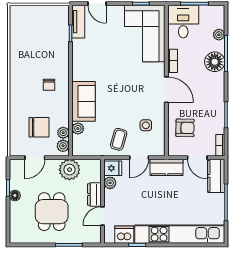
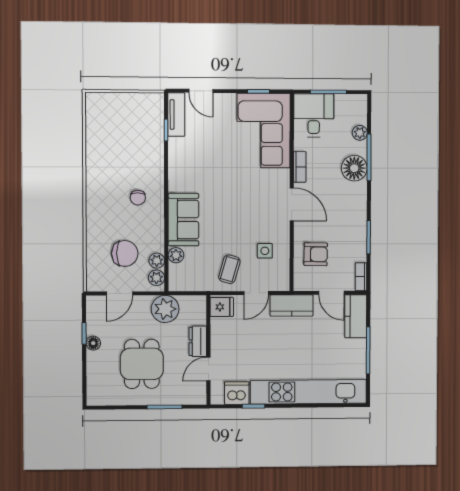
plant: (110, 183) -> (218, 326), removed

